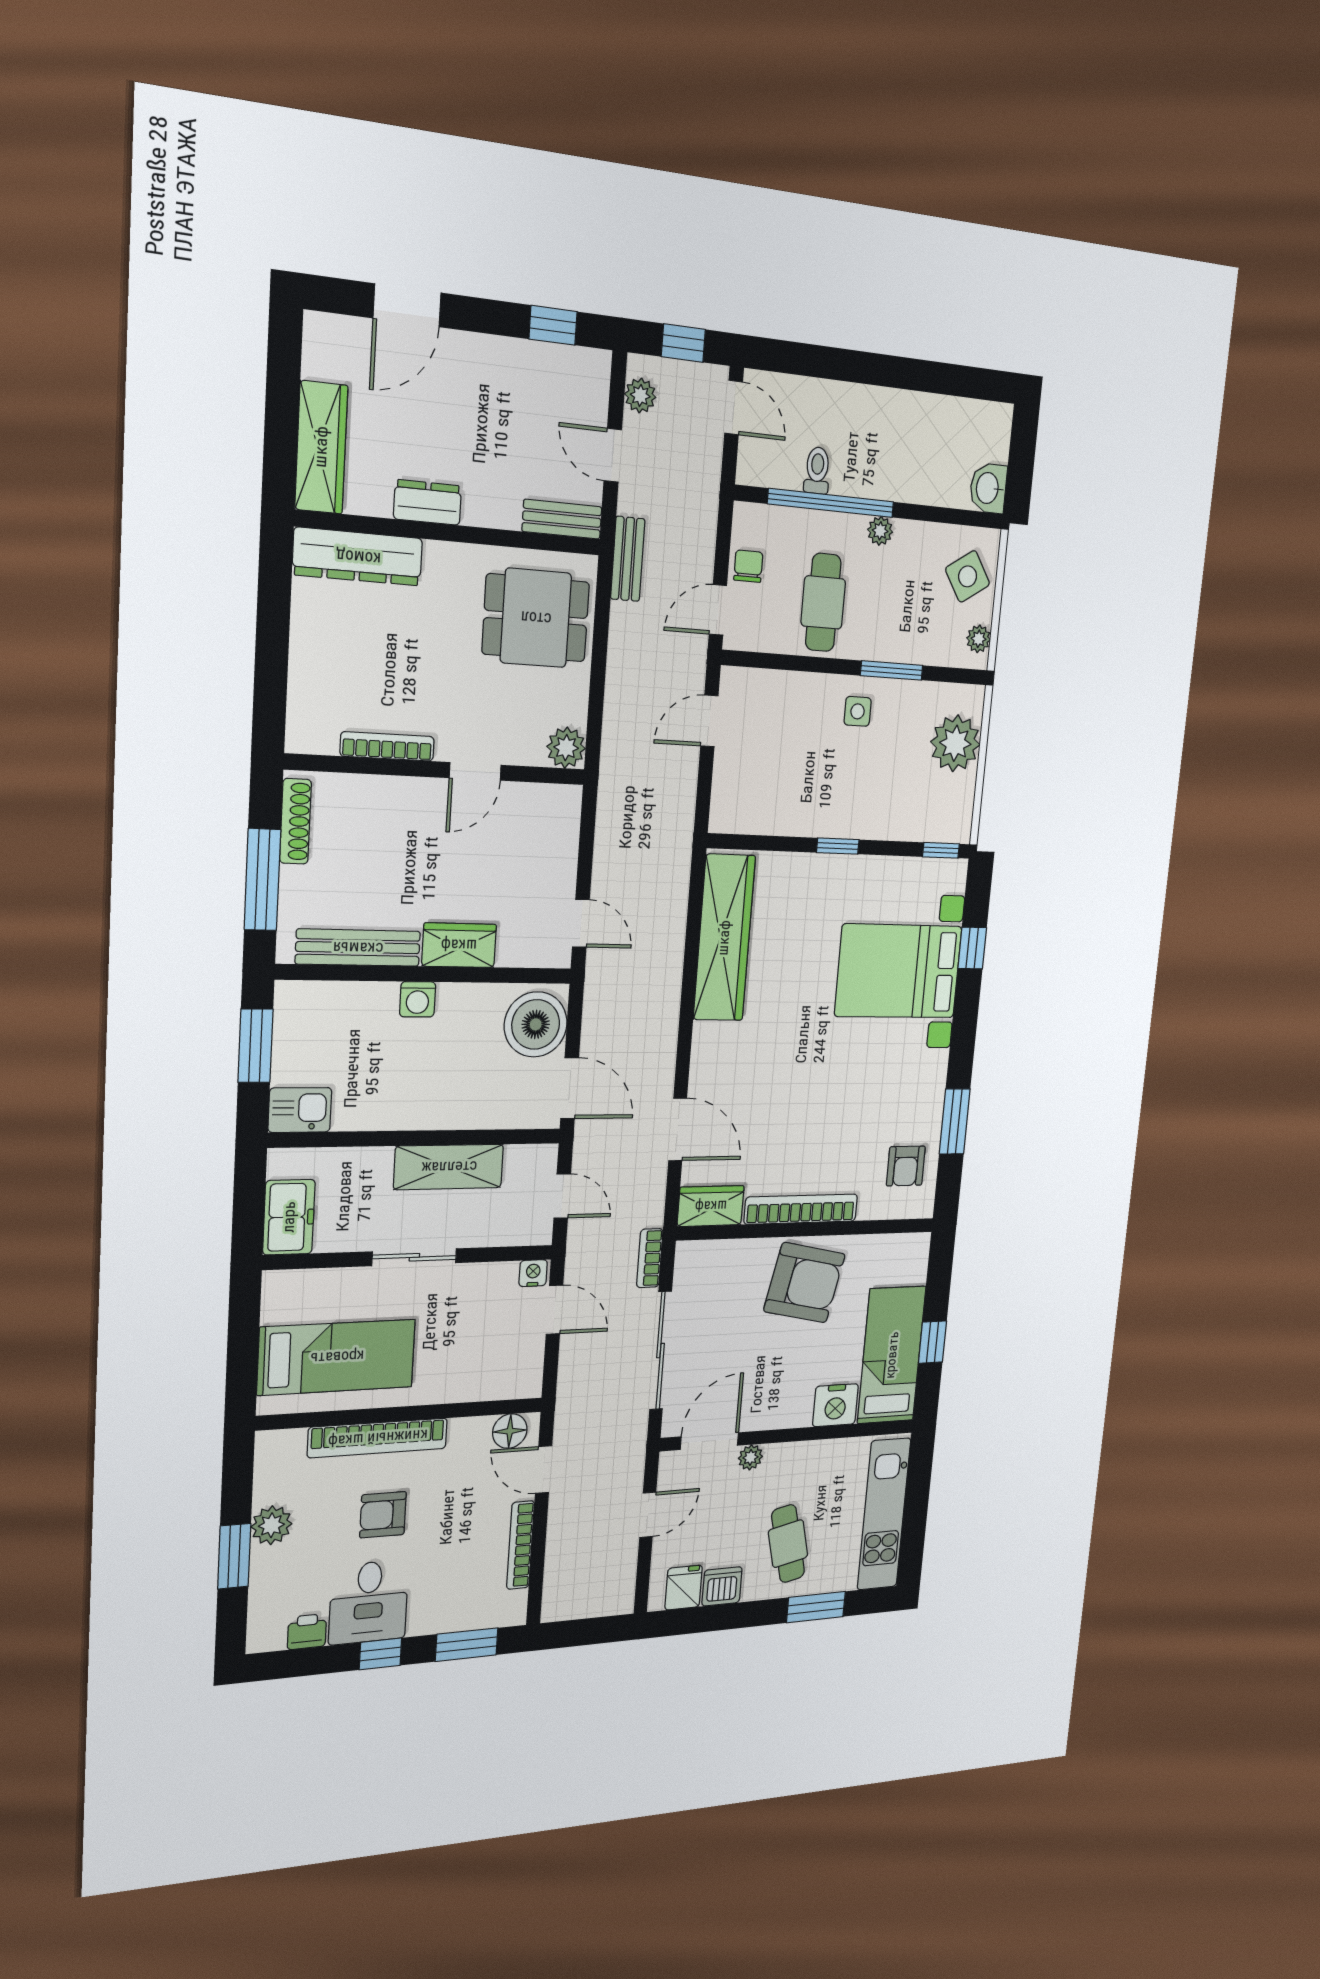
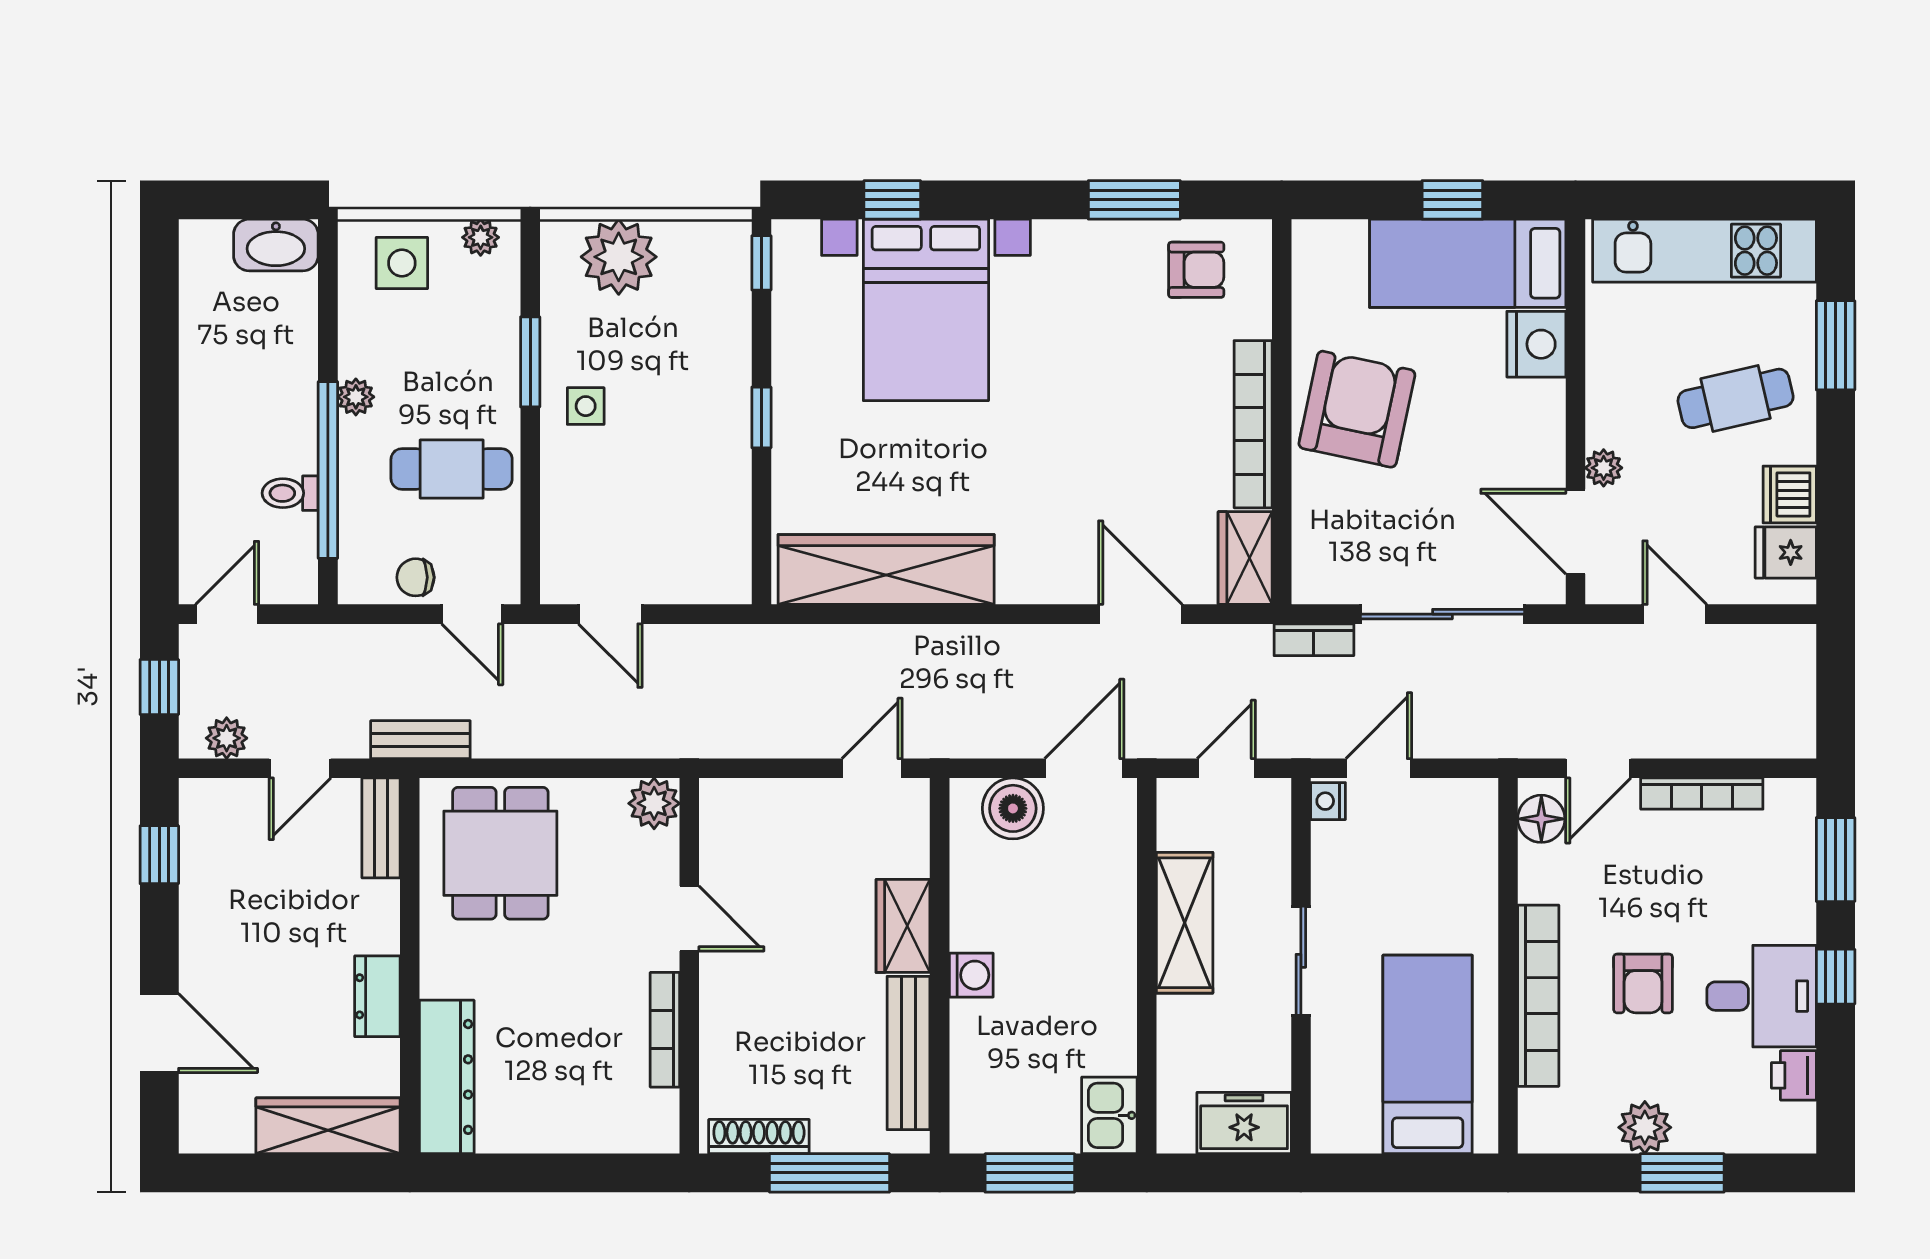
washbasin: (988, 488) -> (276, 245), width x1.38
side table: (968, 576) -> (402, 263), turned 33
boiler: (536, 1024) -> (1013, 808), width x0.73, depth x0.73
door: (678, 1130) -> (1140, 614), hinge flipped

